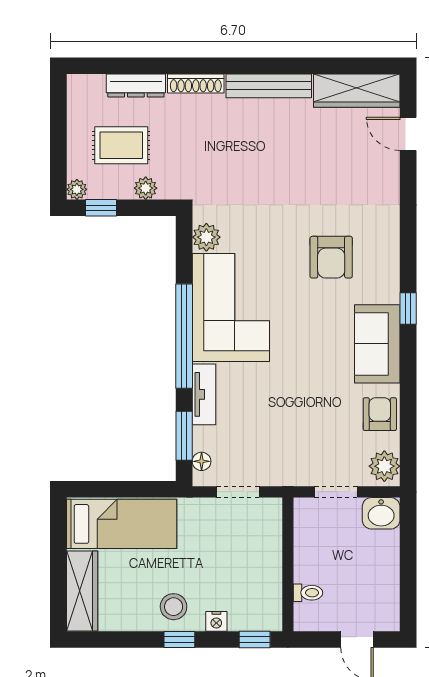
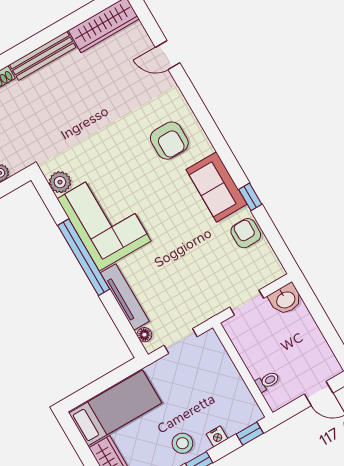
door: (408, 134) -> (168, 55), moved
armchair: (331, 257) -> (169, 141), moved
window: (408, 308) -> (250, 197), moved
tv unit: (204, 394) -> (125, 297), width x1.41
window: (184, 436) -> (123, 324), removed
plant: (384, 466) -> (269, 266), removed

